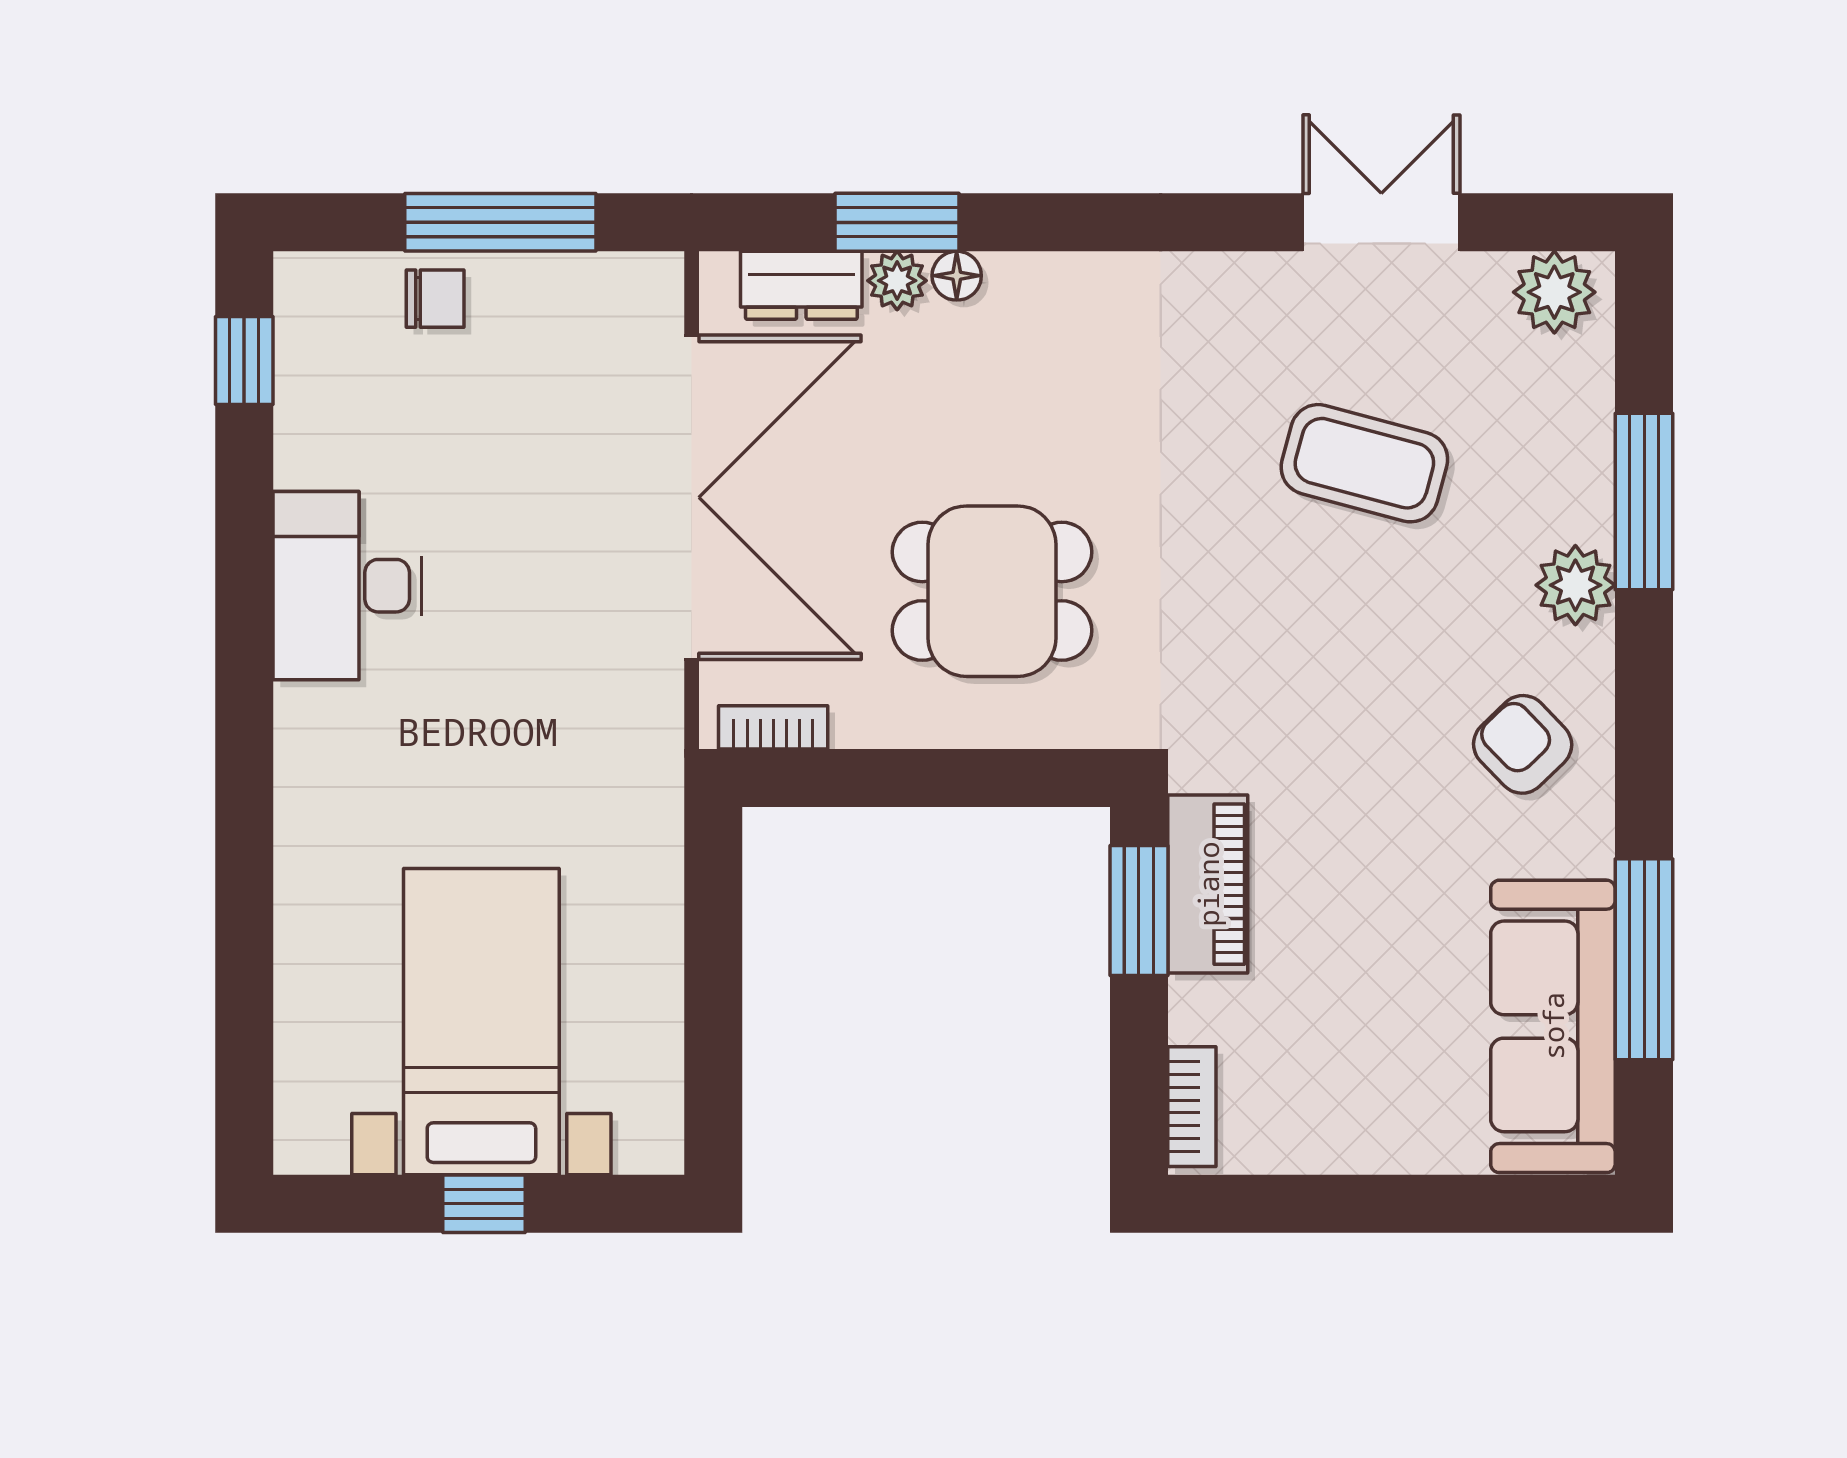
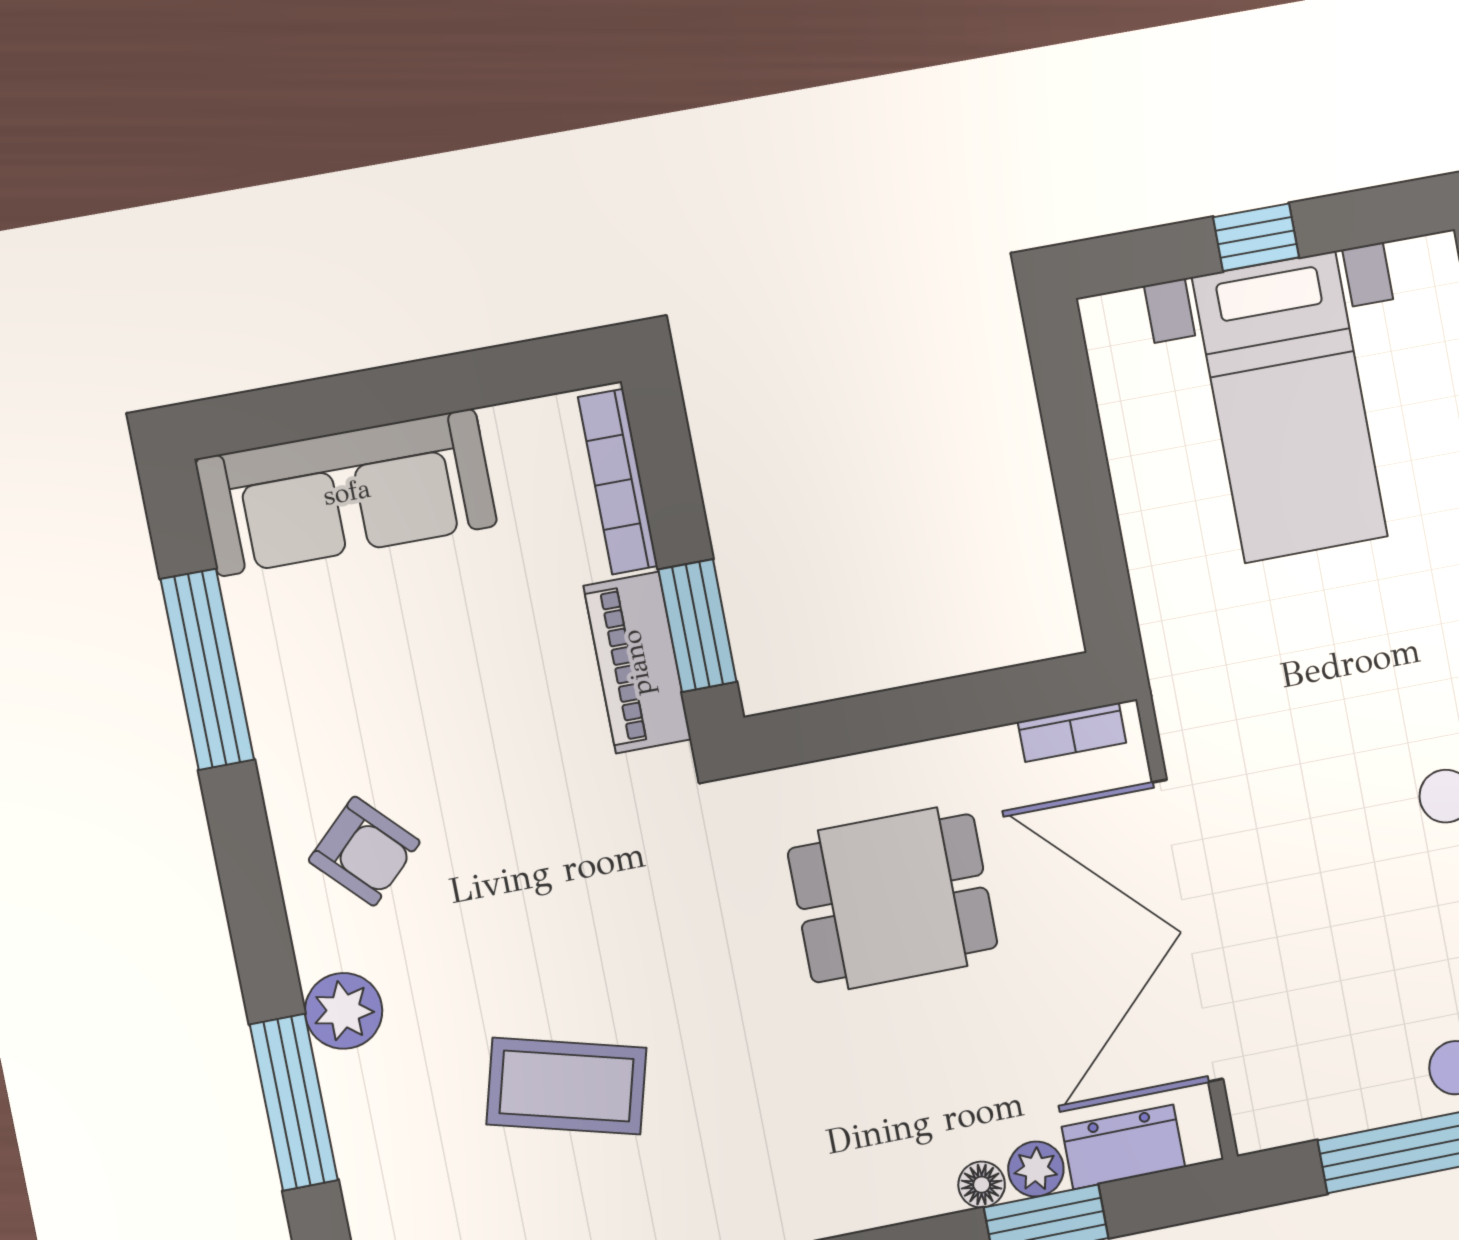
sofa: (1553, 1026) -> (347, 492), moved, turned 90
bookcase: (1192, 1107) -> (618, 482), width x1.56

